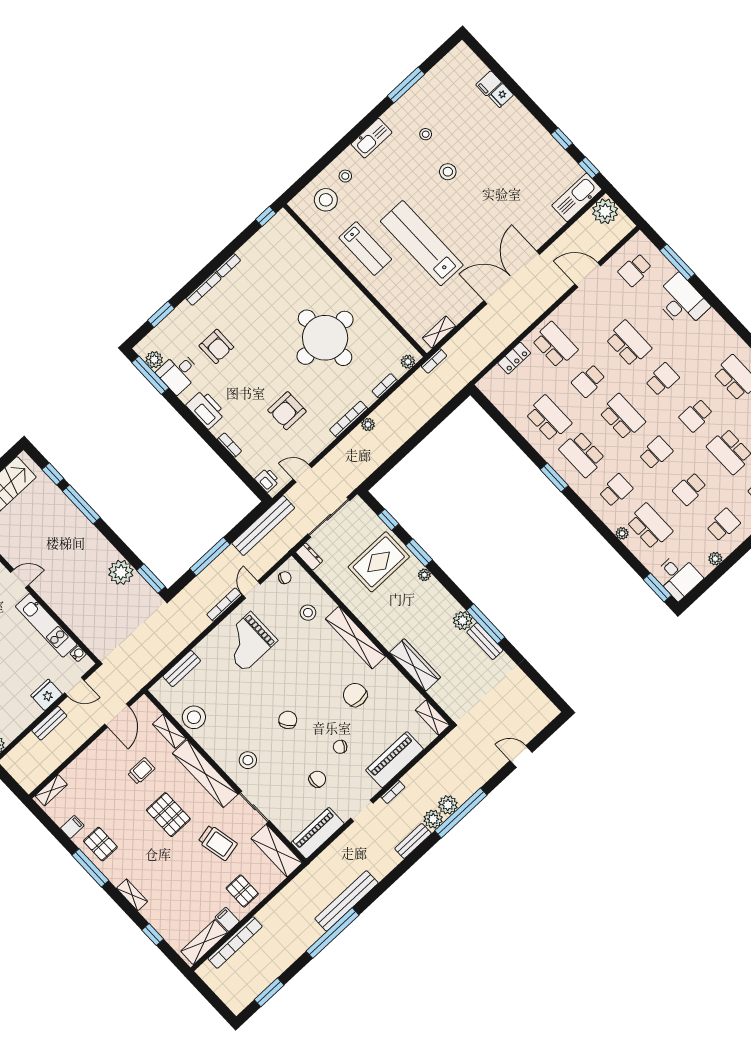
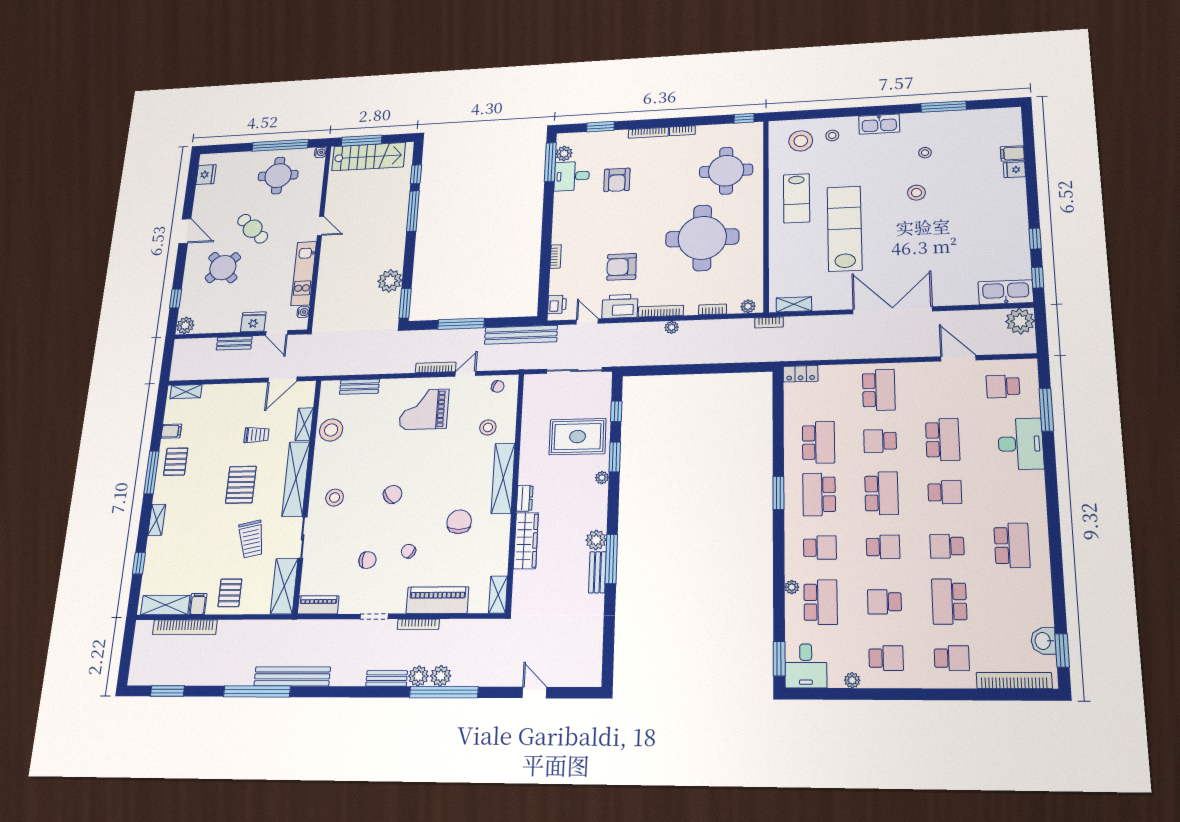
round table: (292, 270) -> (726, 171), added
locker: (514, 358) -> (801, 374), moved
printer: (206, 409) -> (620, 306), moved, turned -90
dresser: (309, 557) -> (525, 498), moved
bookcase: (393, 792) -> (418, 624), width x1.56
piano: (318, 833) -> (318, 605), width x0.73, depth x0.75

